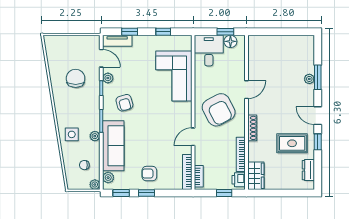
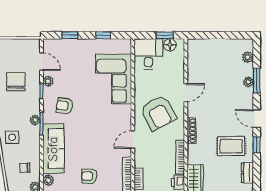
tv unit: (117, 41) -> (57, 44), removed
plant: (309, 54) -> (248, 57), added
armchair: (124, 103) -> (65, 106), turned 113
plant: (95, 136) -> (35, 120), moved

